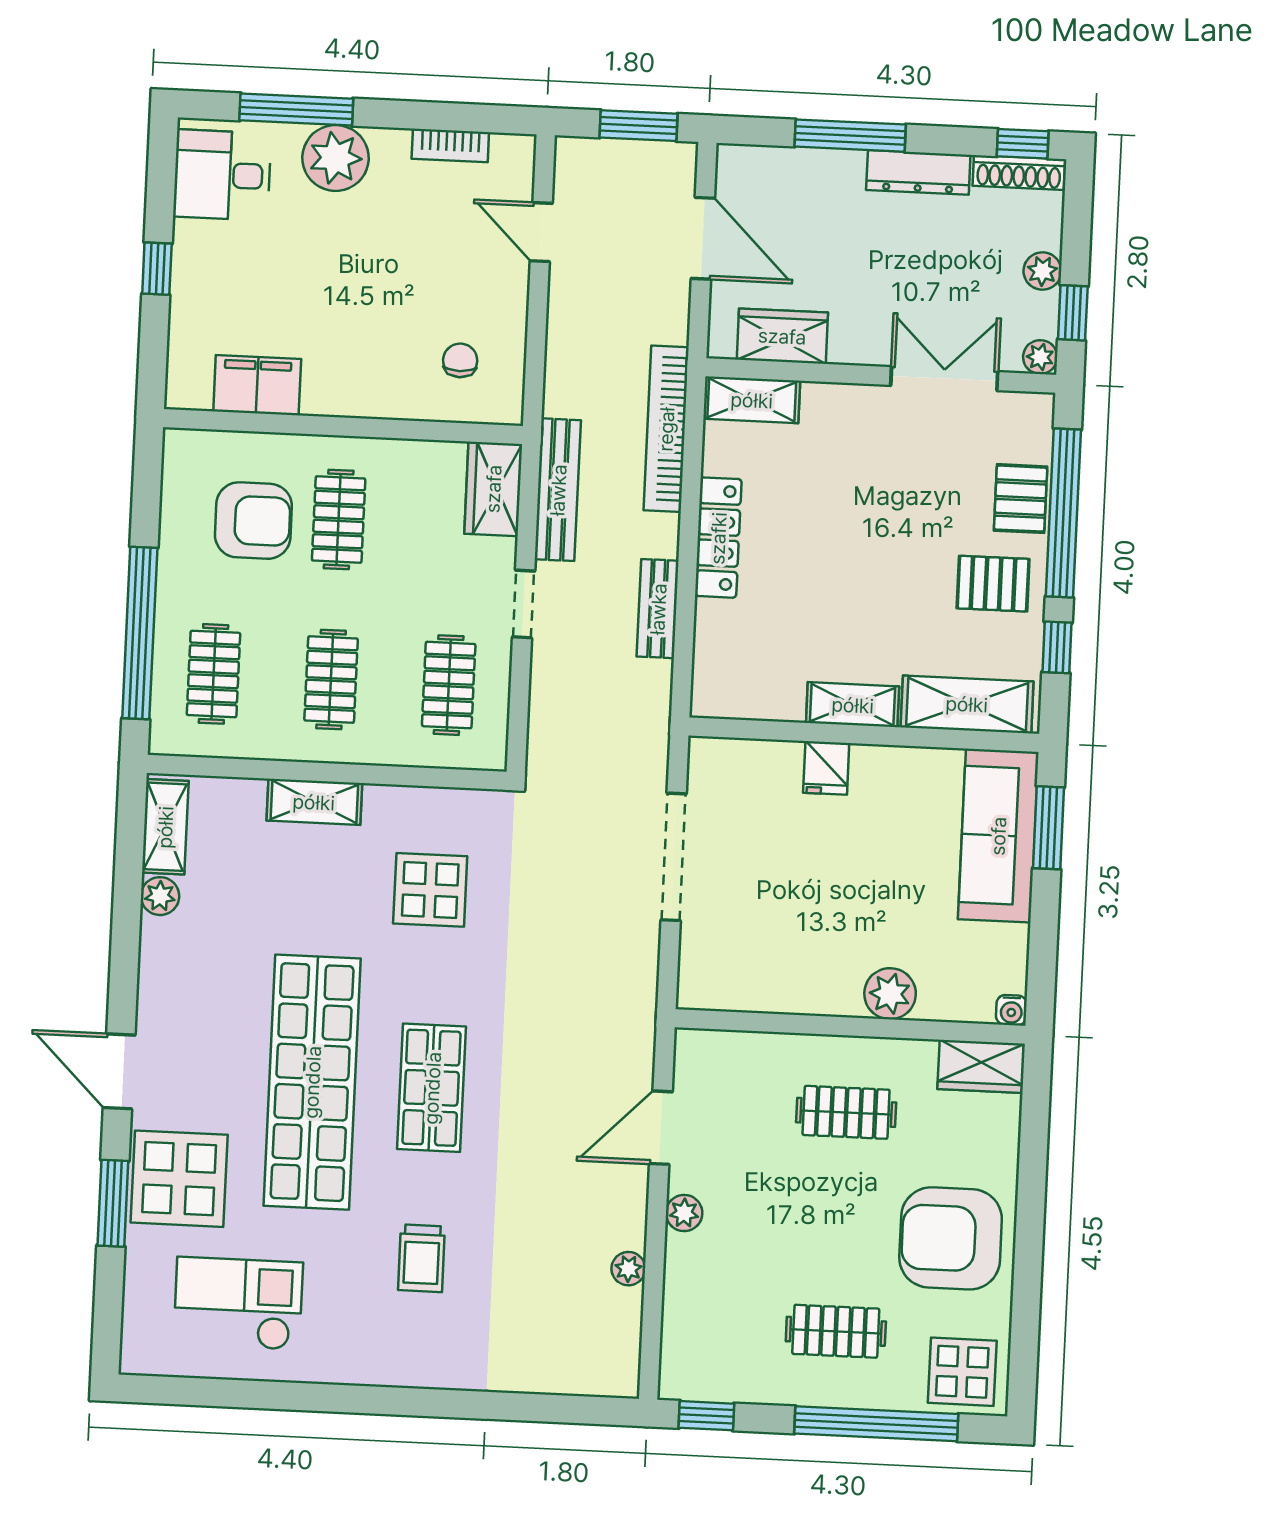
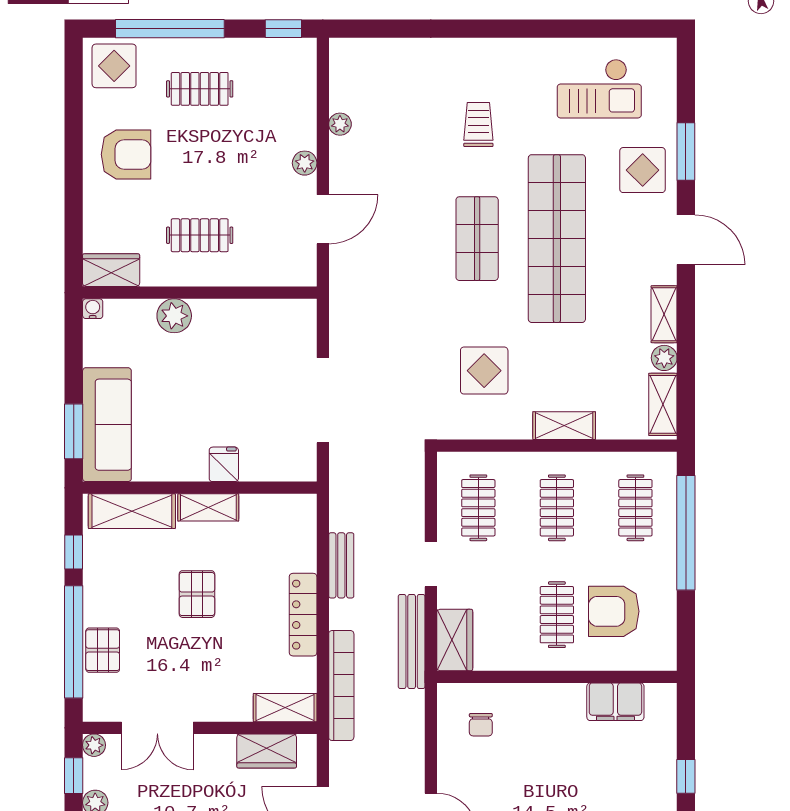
pallet: (993, 584) -> (197, 594), moved, turned 90
shelving: (157, 961) -> (664, 314), added
display table: (179, 1179) -> (643, 170), width x0.73, depth x0.73
armchair: (951, 1238) -> (126, 154), width x0.73, depth x0.73

